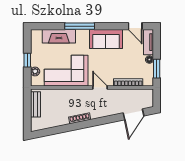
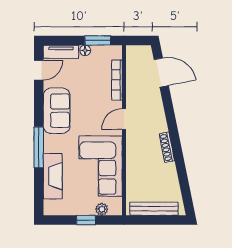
bench: (35, 104) -> (154, 209), width x1.36

